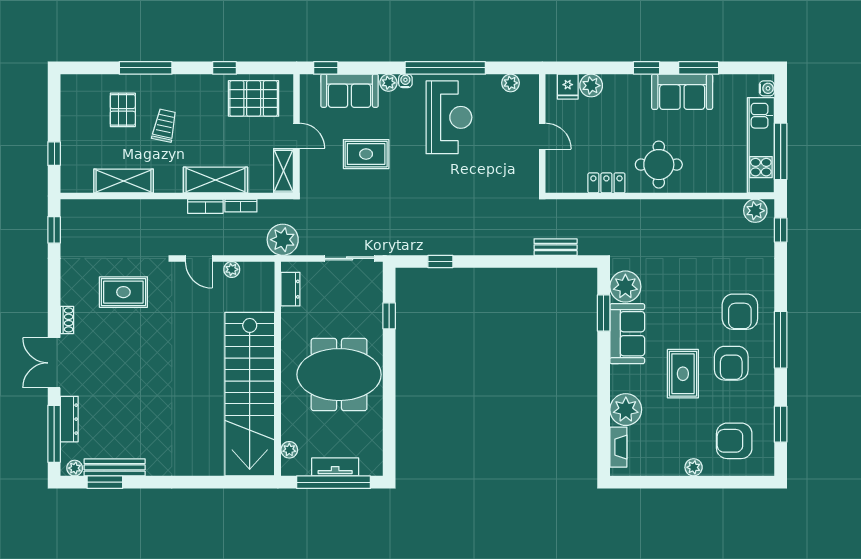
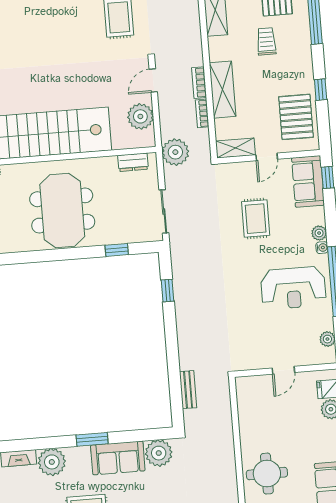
sofa: (350, 91) -> (308, 181), moved
trolley: (164, 126) -> (266, 41), turned -102
locker: (606, 183) -> (247, 429), removed
plant: (232, 269) -> (140, 116), width x1.87, depth x1.87
window: (604, 313) -> (92, 439), moved

